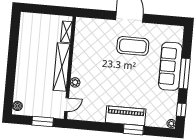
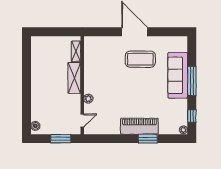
shelving: (62, 67) -> (74, 78), width x0.68

